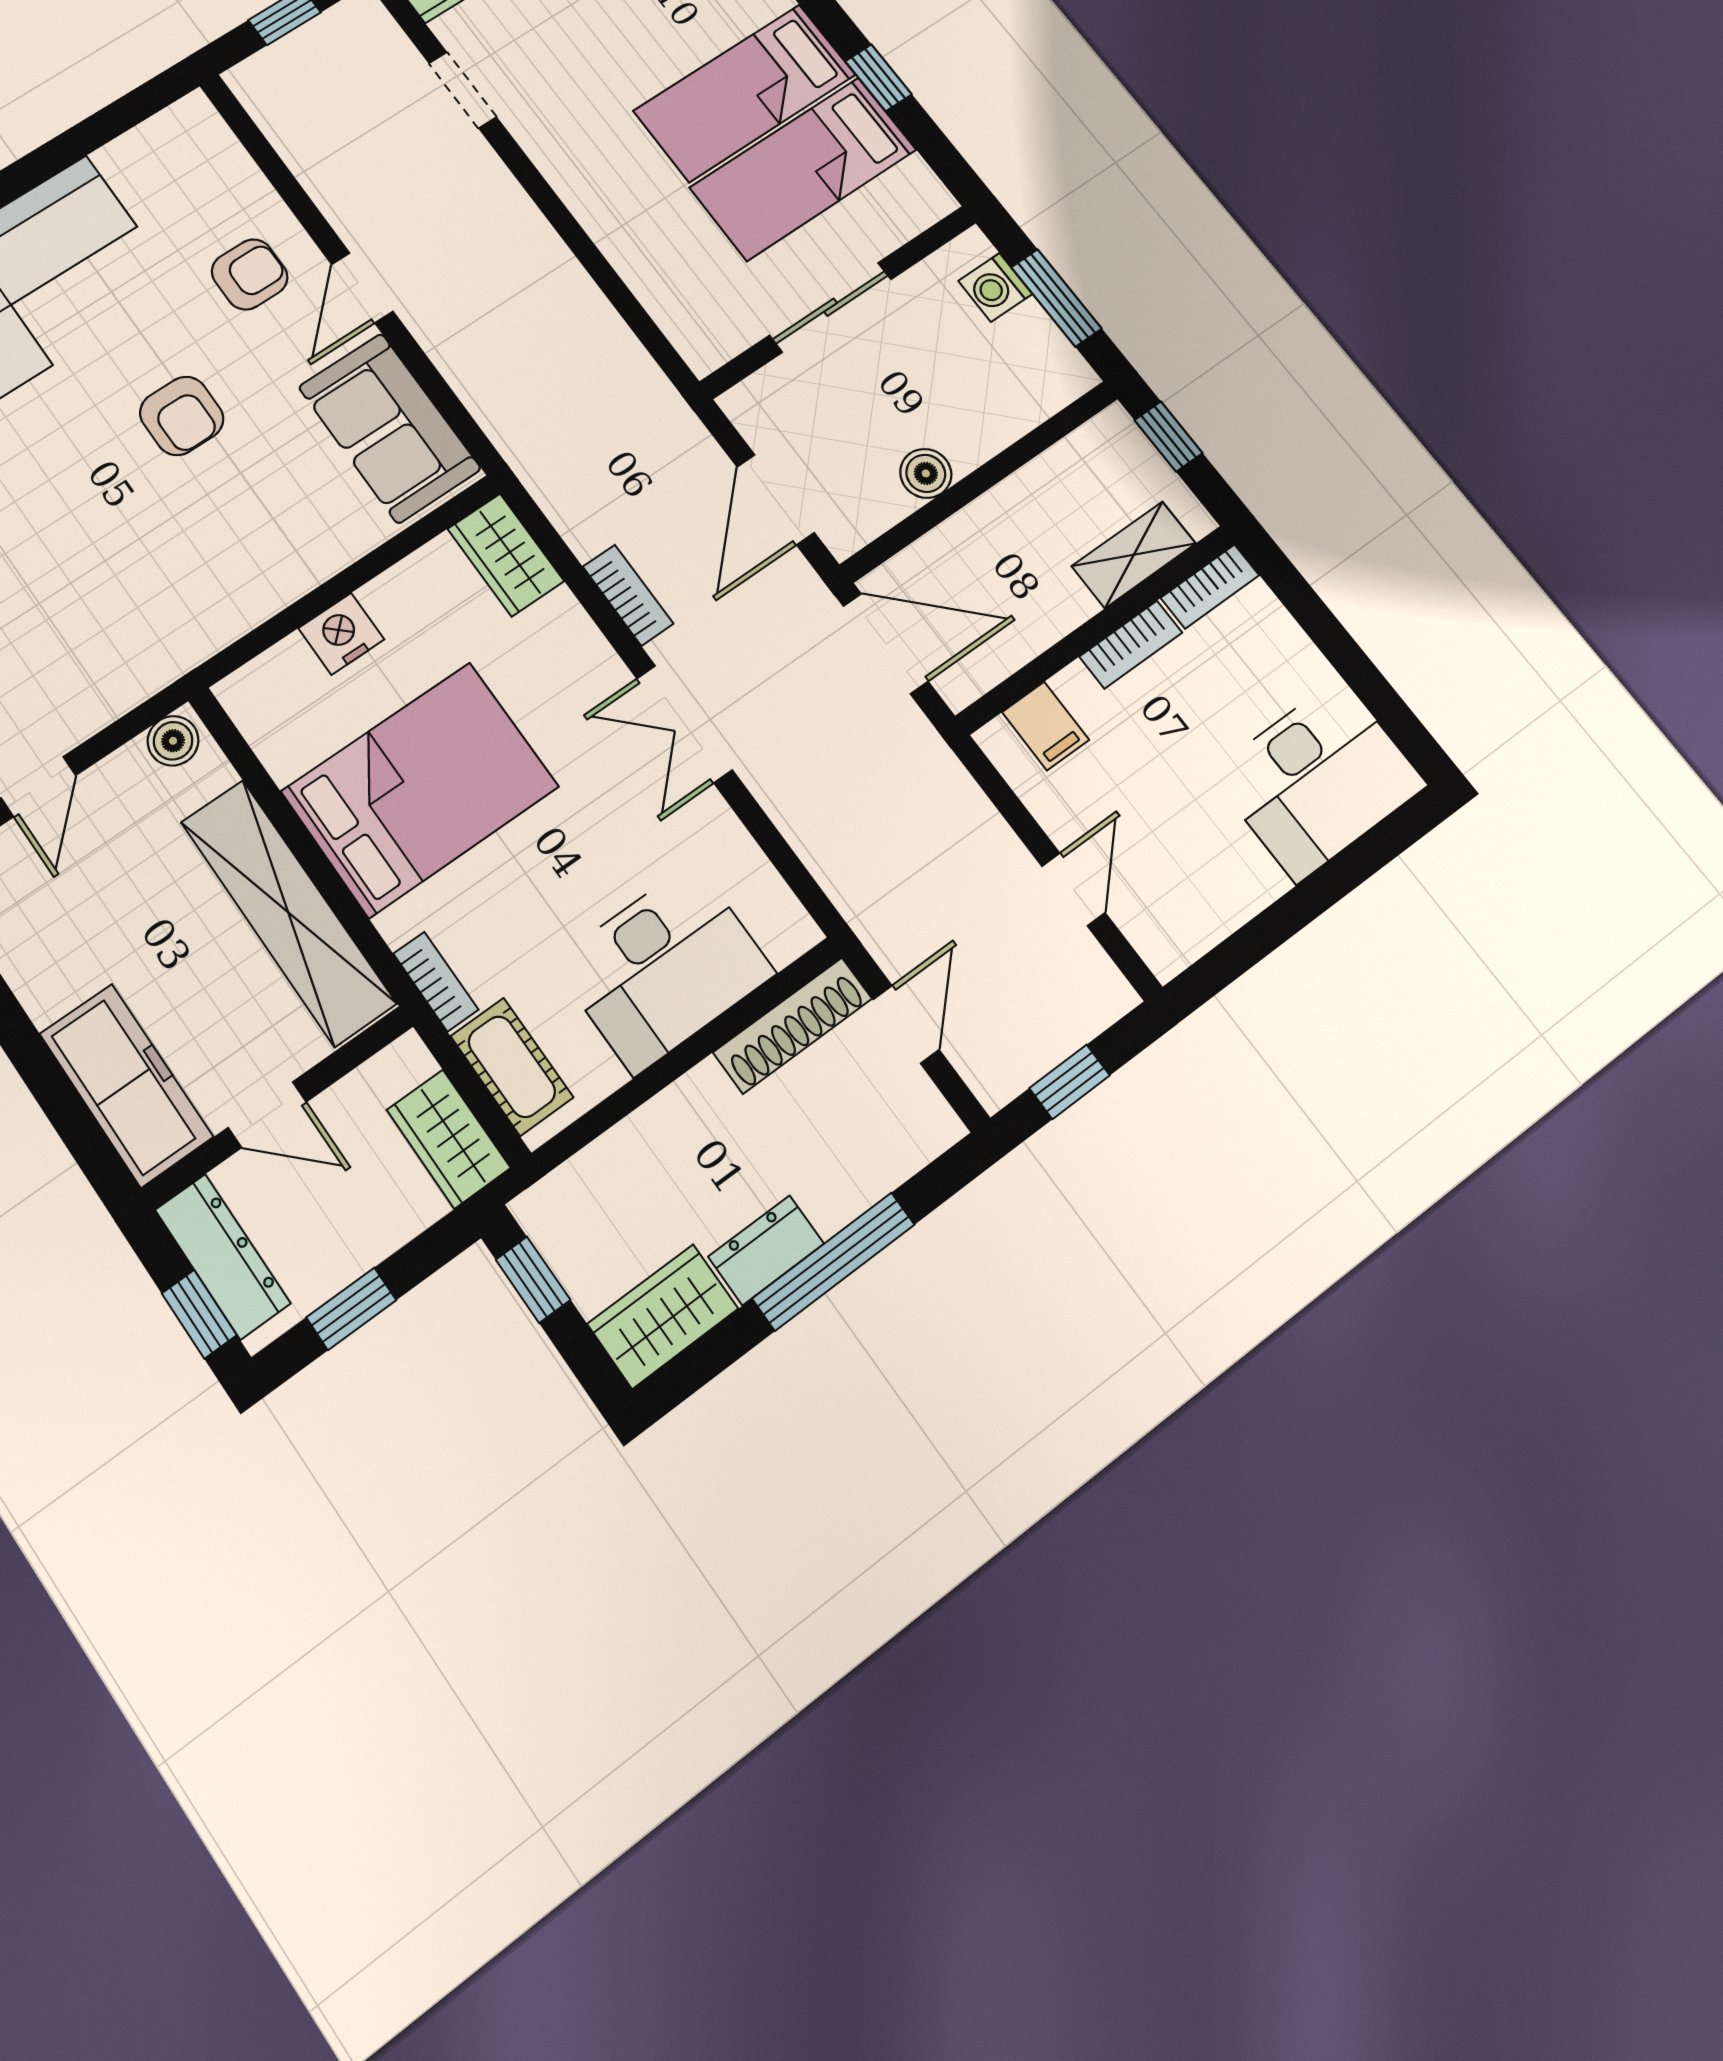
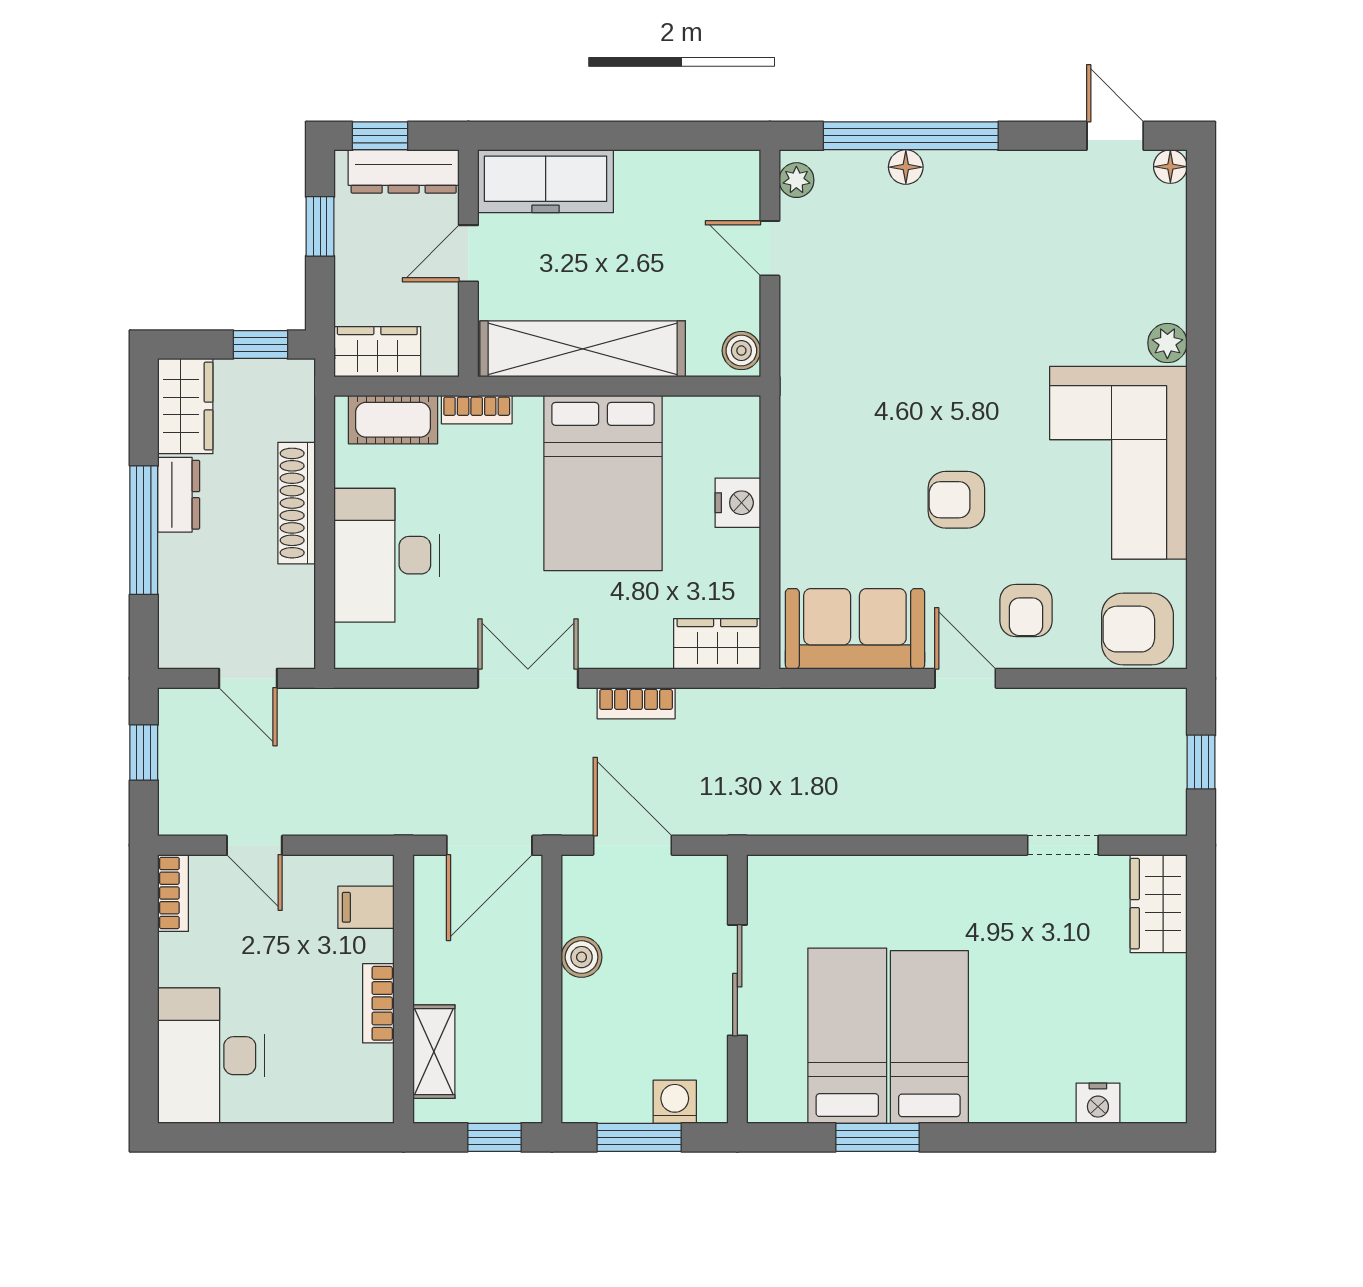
window: (878, 78) -> (877, 1137), width x1.50
armchair: (192, 157) -> (1137, 629), added
bookcase: (1210, 587) -> (173, 893), moved, turned 180
shoe rack: (793, 1025) -> (297, 503), moved

